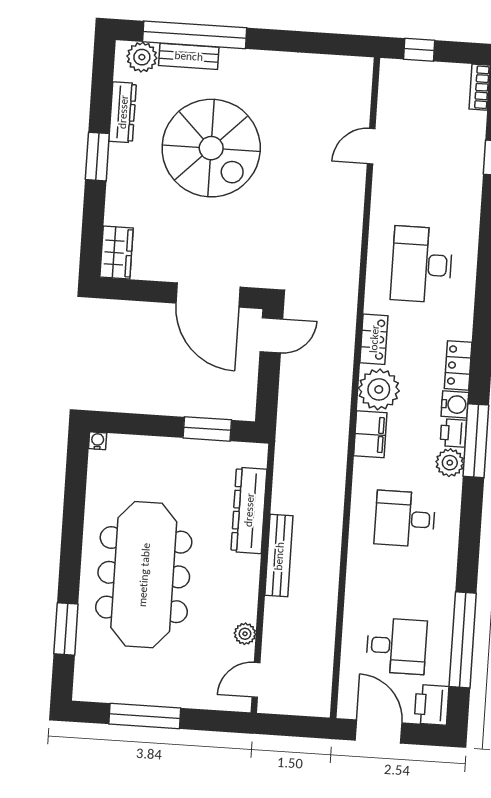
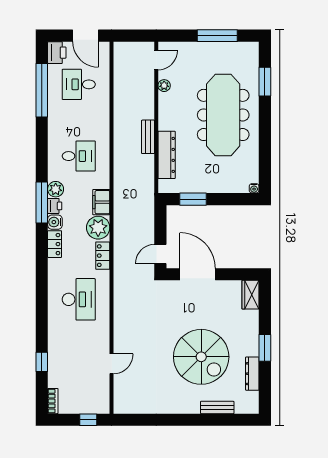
window: (195, 35) -> (215, 420), removed
plant: (142, 57) -> (243, 405), removed
spiral stairs: (211, 148) -> (201, 357), turned 180
bench: (279, 556) -> (148, 137), width x0.73

